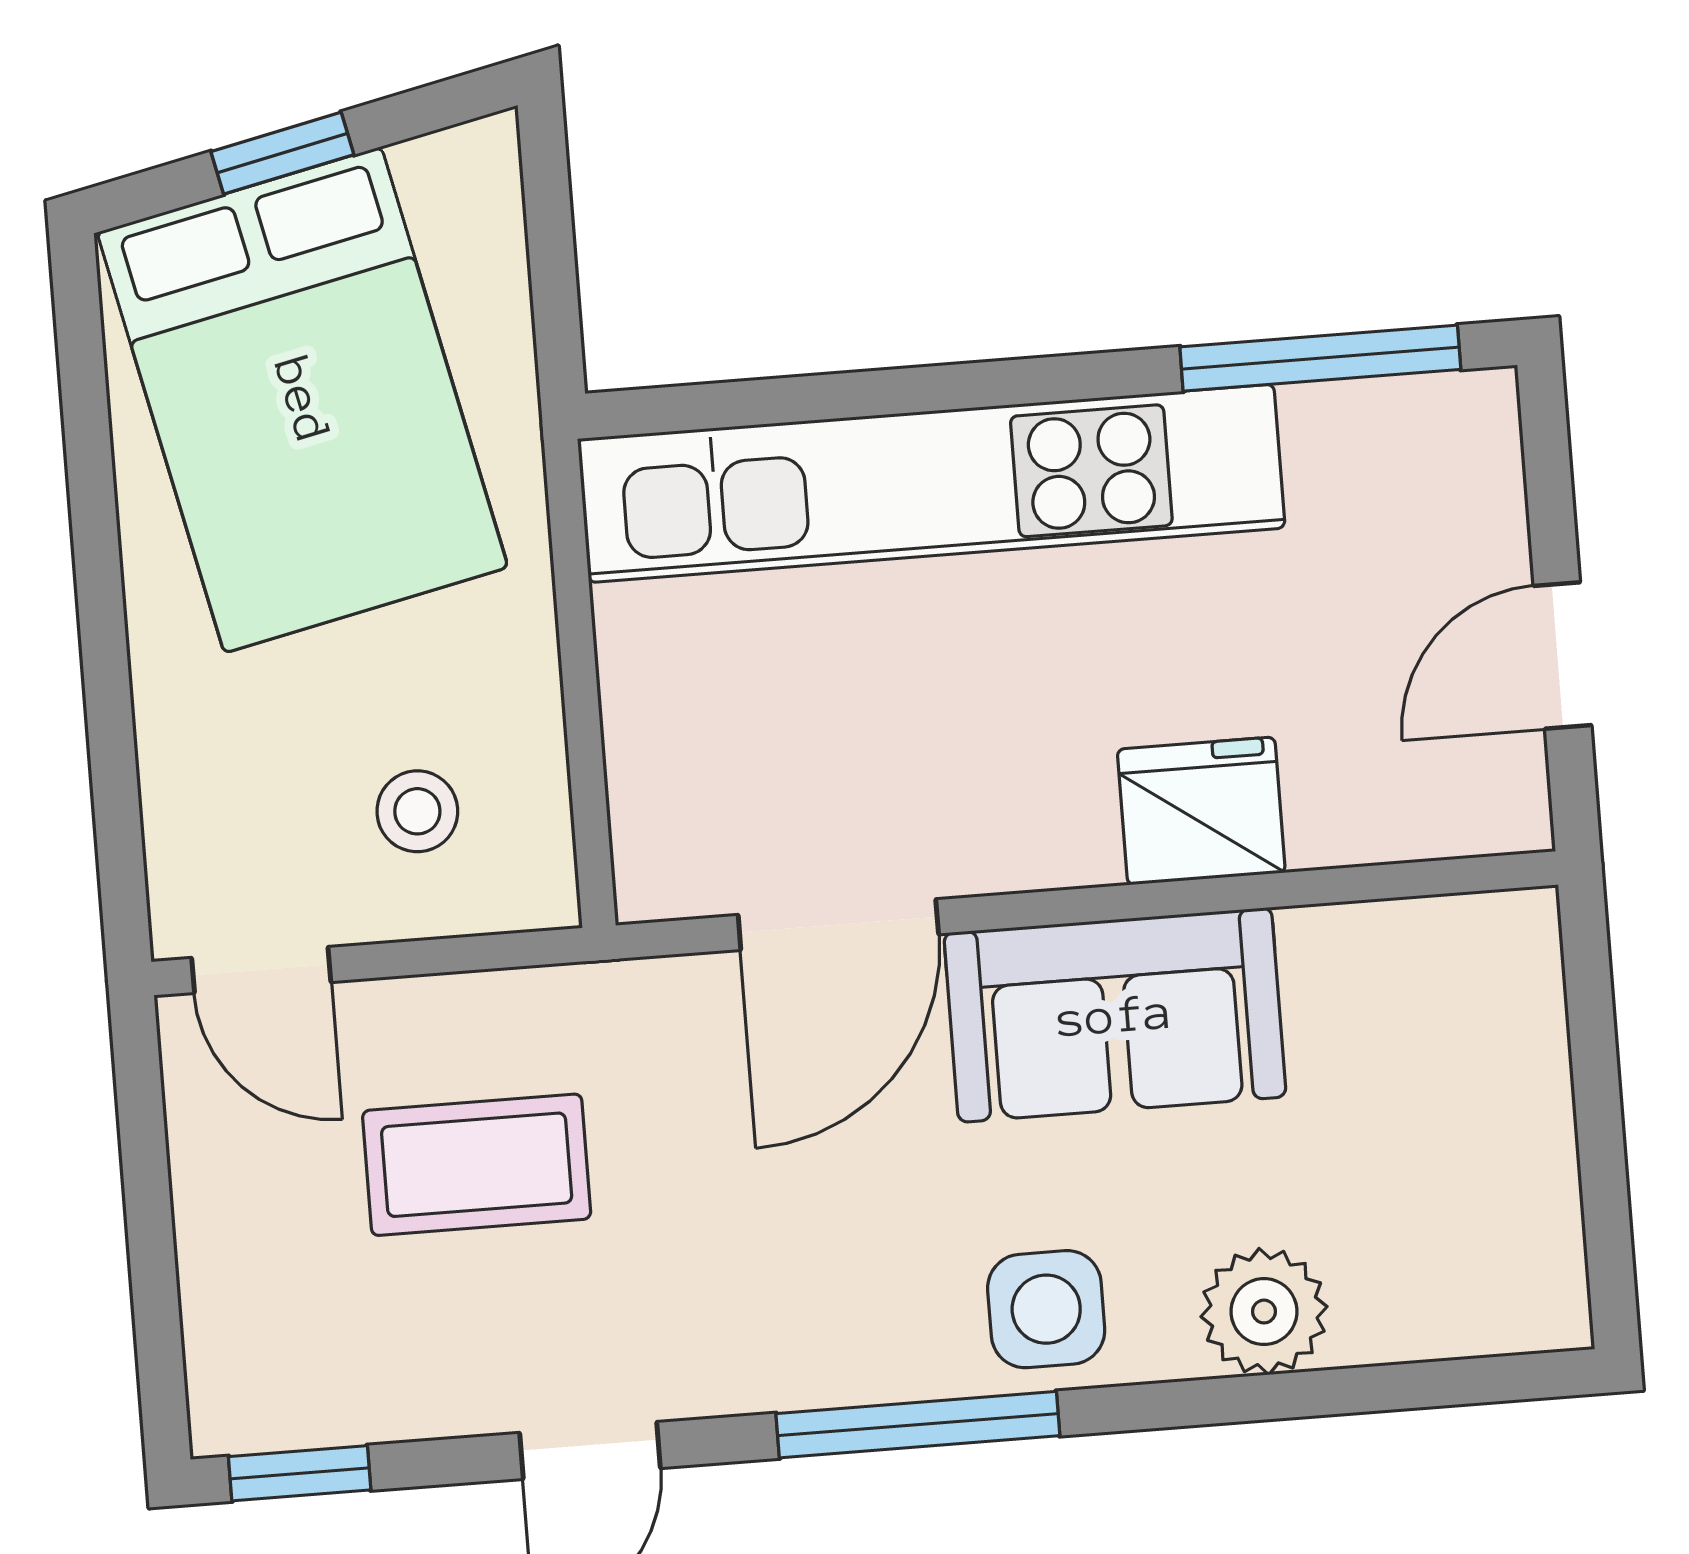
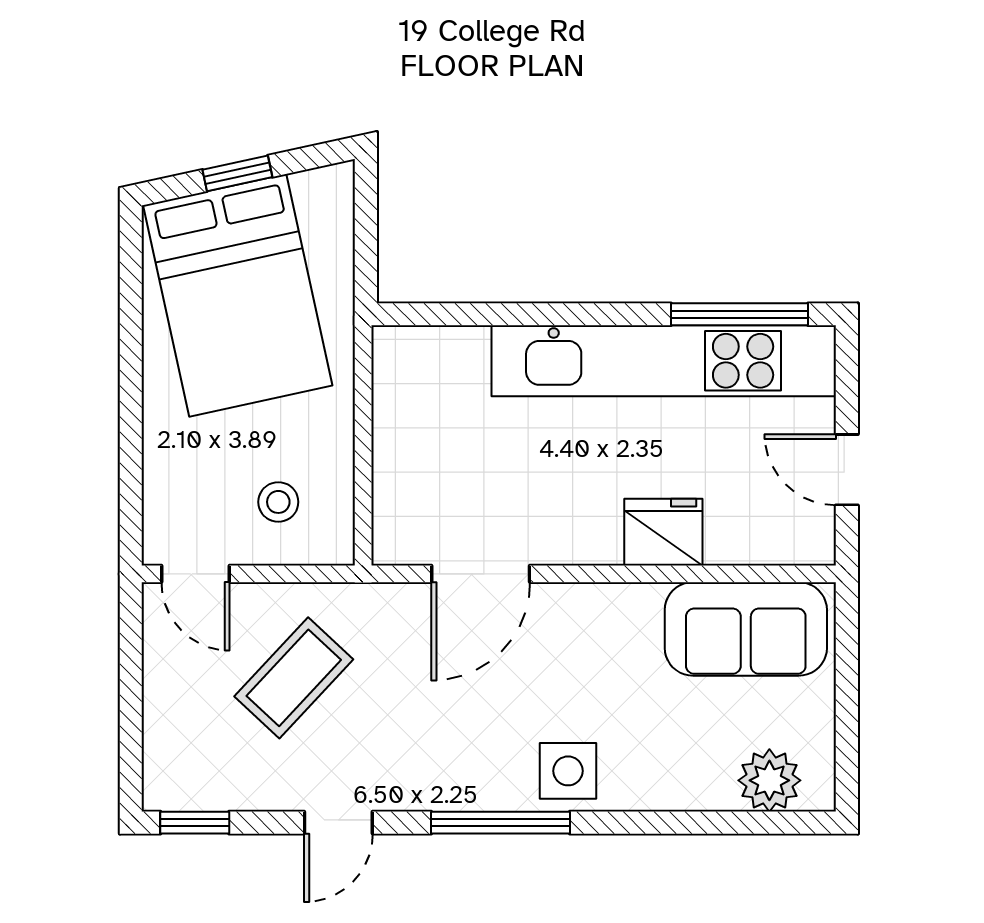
kitchen unit: (931, 483) -> (664, 361), moved
door: (1562, 656) -> (847, 470), hinge flipped
sofa: (1115, 1015) -> (746, 629), moved
coffee table: (477, 1165) -> (294, 678), turned -47
plant: (1264, 1312) -> (769, 780), moved

